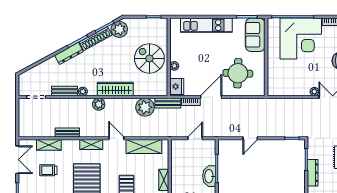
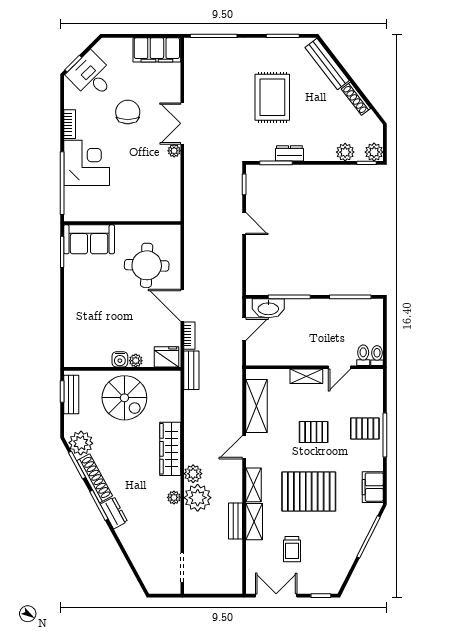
kitchen unit: (206, 25) -> (75, 312), removed
corner desk: (301, 39) -> (87, 163), width x0.74, depth x0.74
dresser: (69, 53) -> (114, 513), width x0.70
water cooler: (175, 55) -> (120, 359), added
spiral stairs: (149, 58) -> (124, 398), turned -90
bench: (65, 91) -> (71, 395), moved
plant: (145, 107) -> (198, 498), moved
door: (195, 138) -> (244, 329), swing flipped
door: (250, 138) -> (244, 224), moved
shelving: (49, 145) -> (254, 522), moved
dresser: (313, 173) -> (289, 153), width x0.70
washbasin: (209, 176) -> (268, 308), moved

